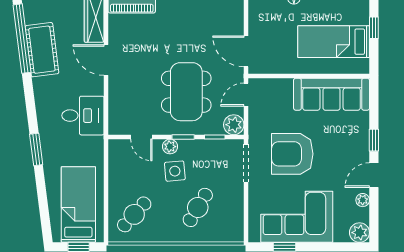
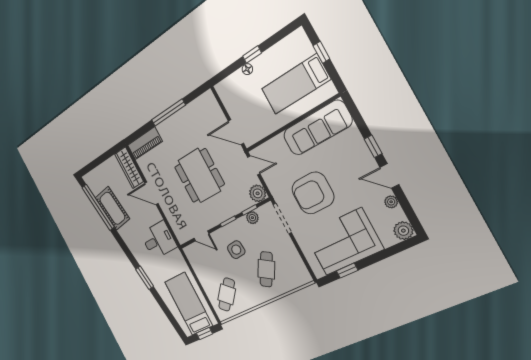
dining table: (186, 92) -> (199, 176), moved
door: (246, 95) -> (254, 165), swing flipped
plant: (170, 147) -> (252, 218), moved
door: (374, 175) -> (389, 176), hinge flipped

